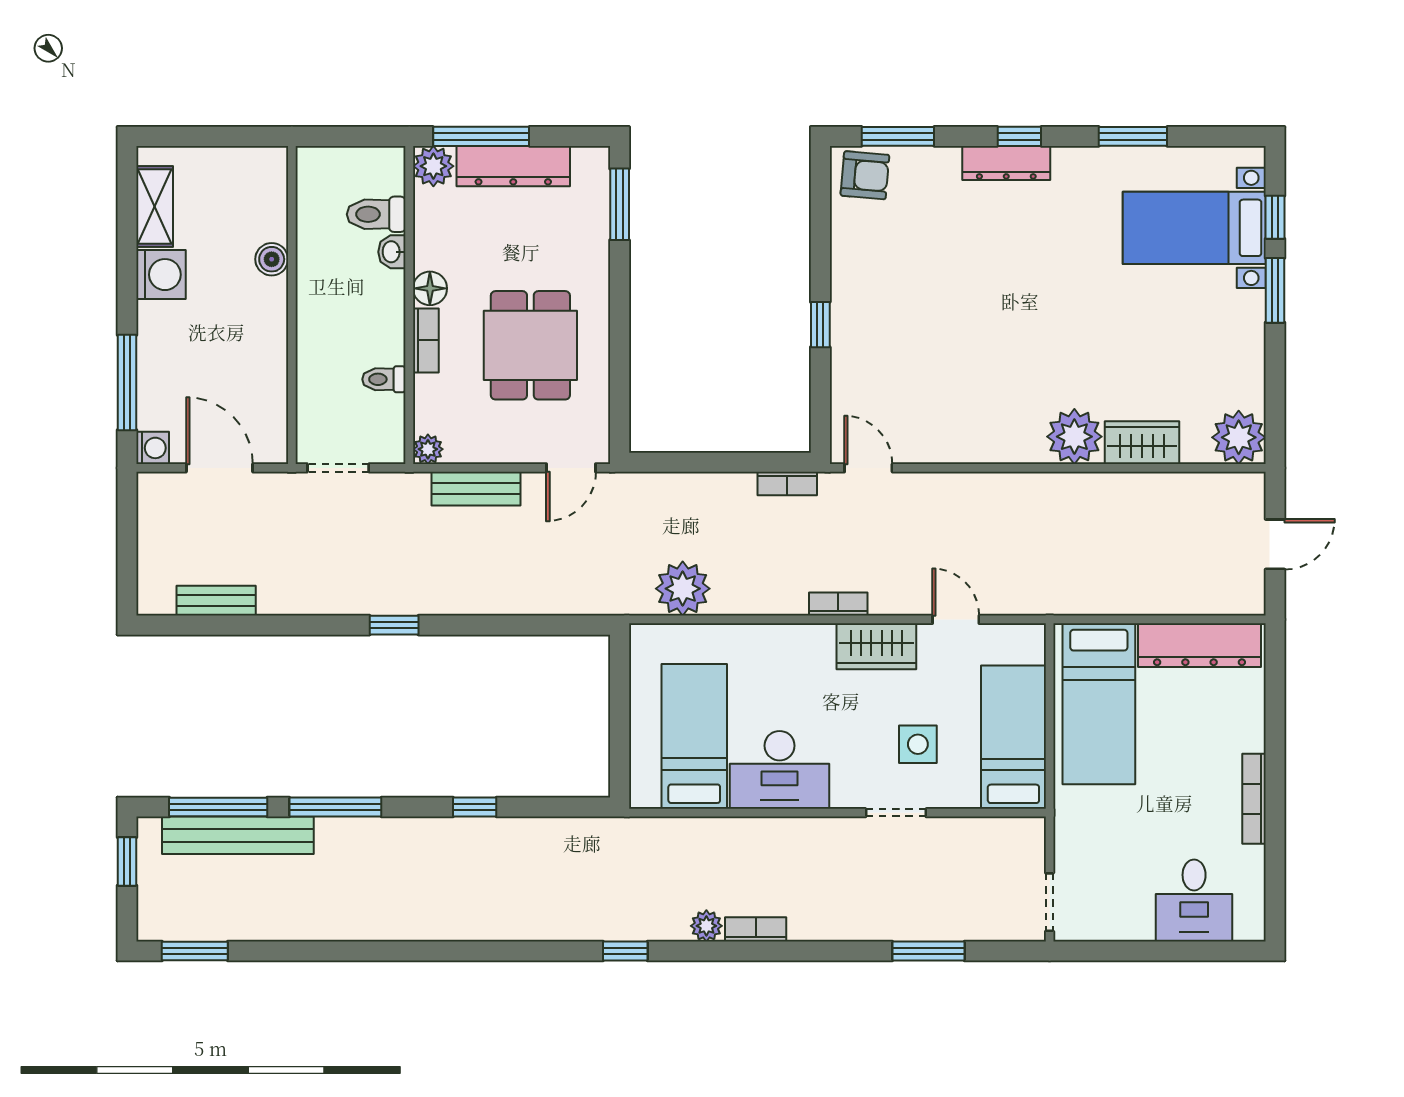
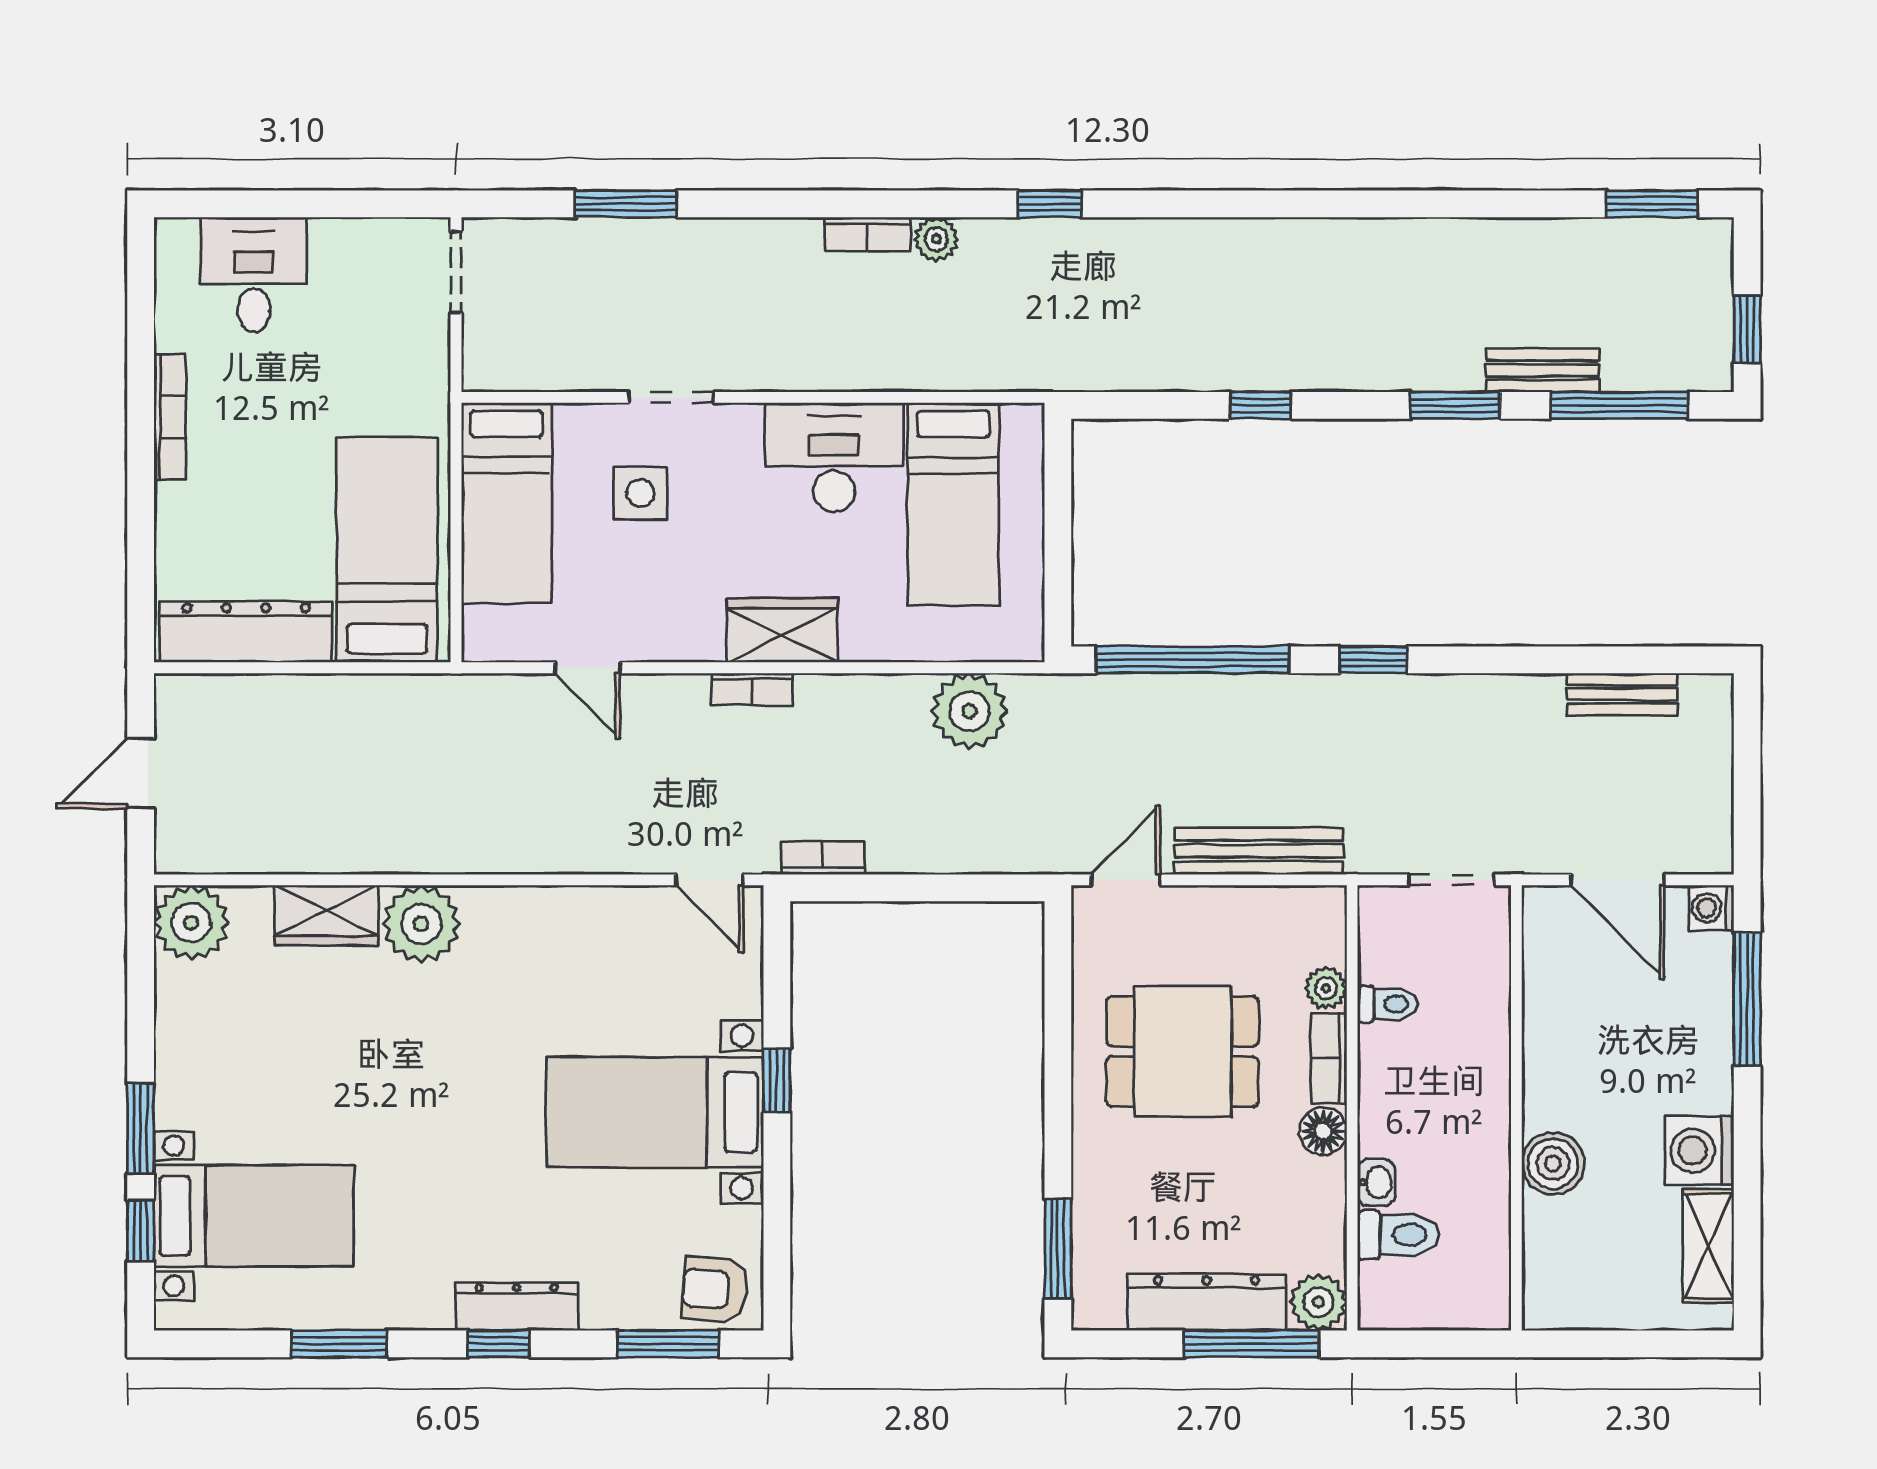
boiler: (272, 259) -> (1553, 1164), width x1.36, depth x1.36
bed with nightstands: (907, 302) -> (655, 1112), added
dining table: (530, 345) -> (1183, 1051), turned 90
plant: (428, 449) -> (1326, 988), moved
bench: (476, 489) -> (1259, 851), width x1.36
window: (523, 625) -> (1192, 660), added
wardrobe: (876, 646) -> (782, 630), moved
window: (335, 807) -> (1456, 405), width x0.69
bench: (238, 835) -> (1543, 370), width x0.54, depth x0.82

